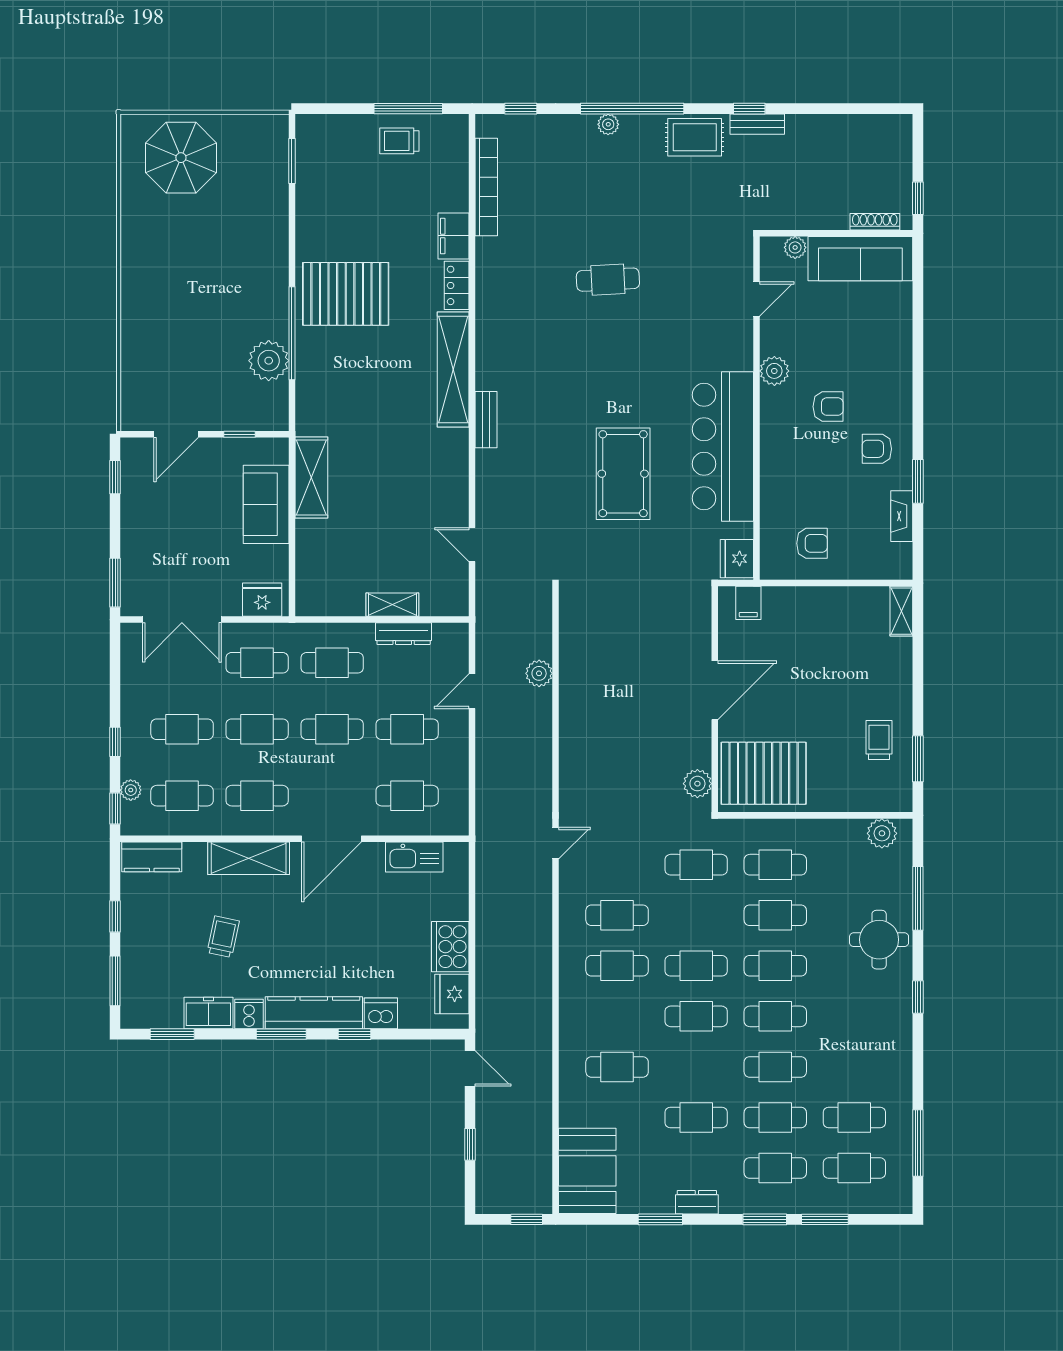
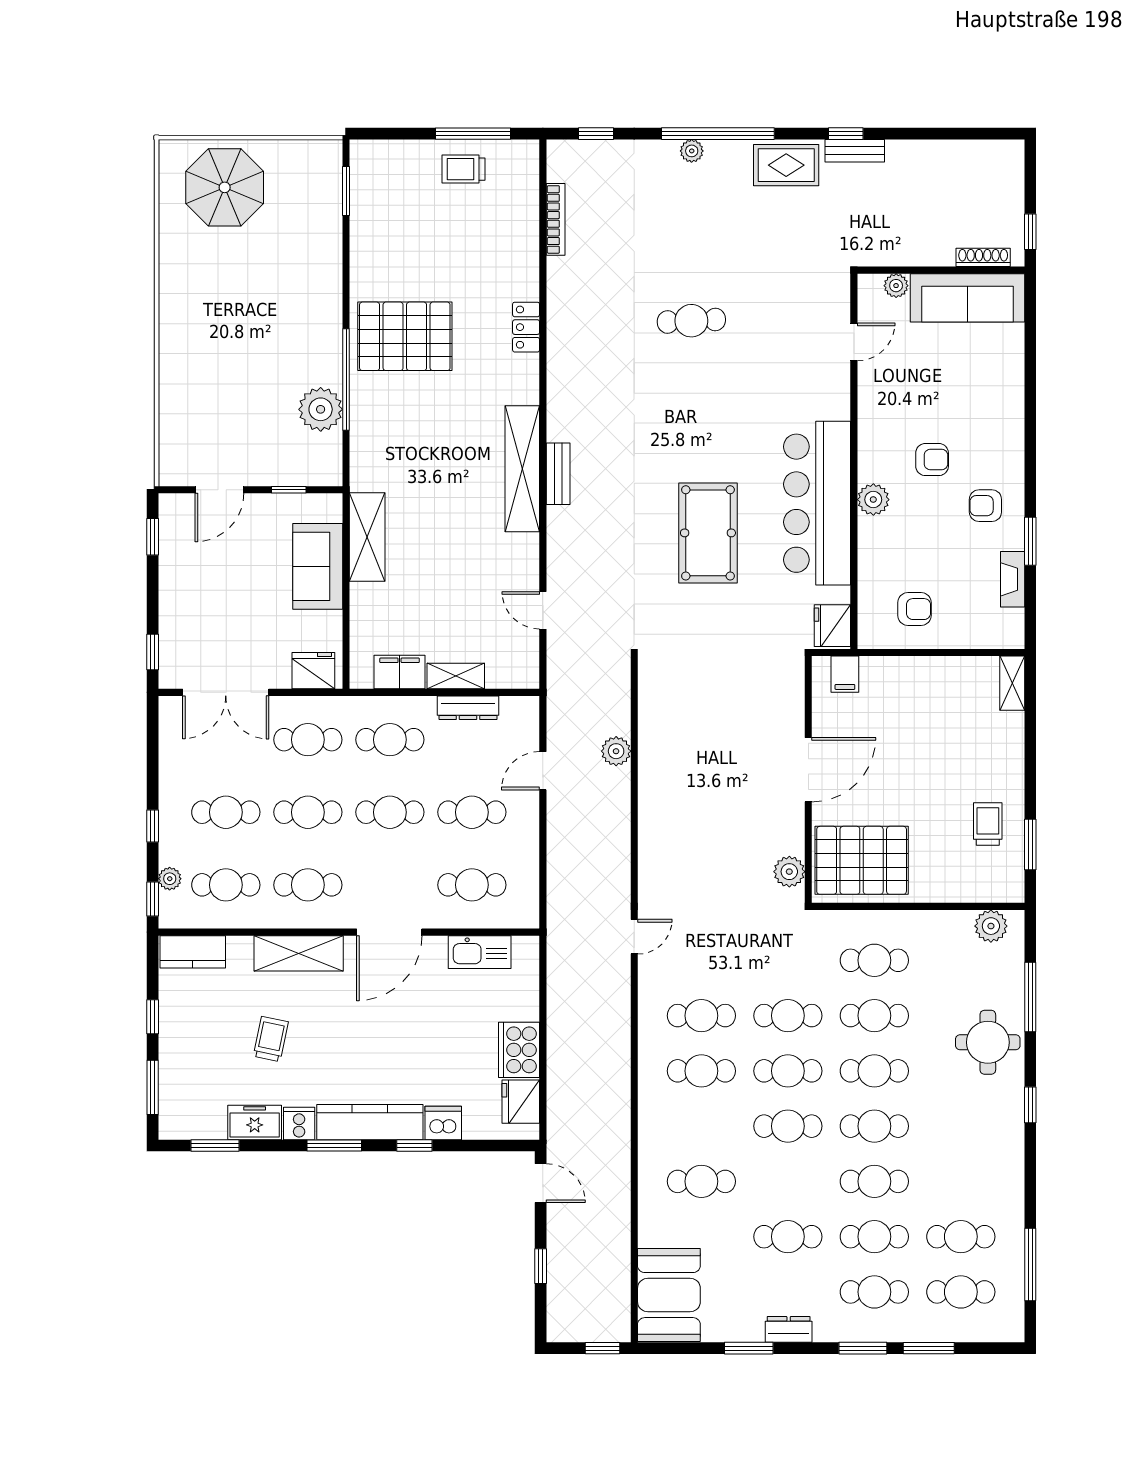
bookcase: (486, 187) -> (556, 219), width x0.68, depth x0.76
filing cabinet: (454, 236) -> (400, 672), moved, turned 90
shelving: (453, 369) -> (522, 469), moved
plant: (774, 371) -> (873, 500), moved
window: (115, 583) -> (153, 652), width x0.67
cafe table: (696, 865) -> (788, 1016), moved

